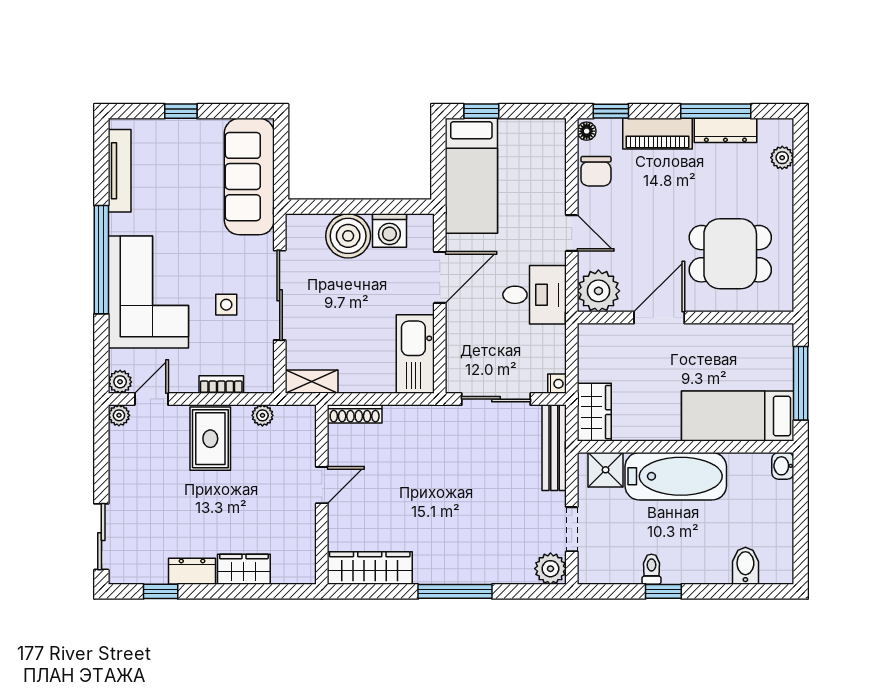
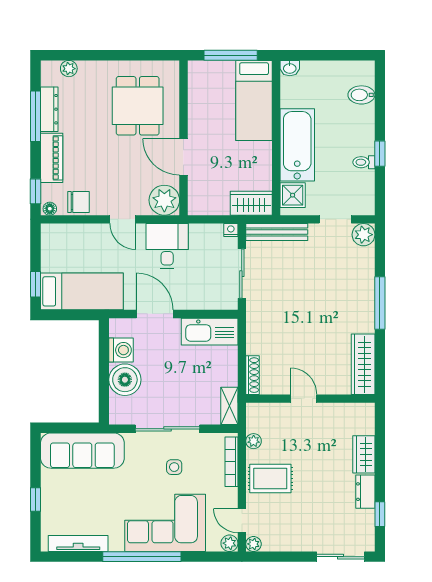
door: (572, 233) -> (123, 219), swing flipped
bookcase: (221, 385) -> (231, 462), width x1.56

